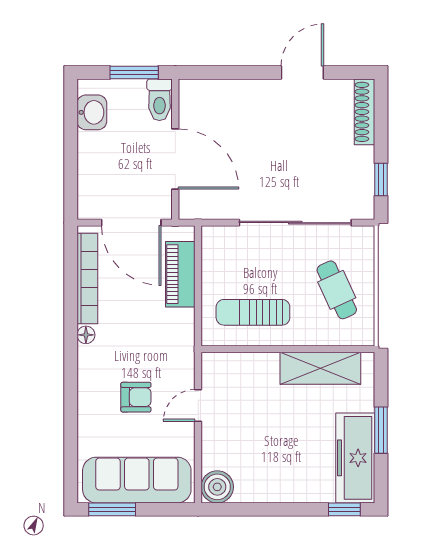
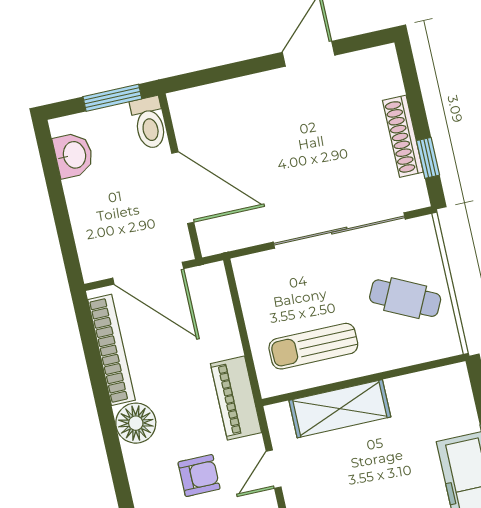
shoe rack: (365, 112) -> (403, 136), moved
piano: (180, 274) -> (236, 398), moved
cafe table: (337, 290) -> (405, 298), turned -39
floor lamp: (86, 335) -> (136, 423), width x1.89, depth x1.89
shelving: (320, 368) -> (340, 409), moved

